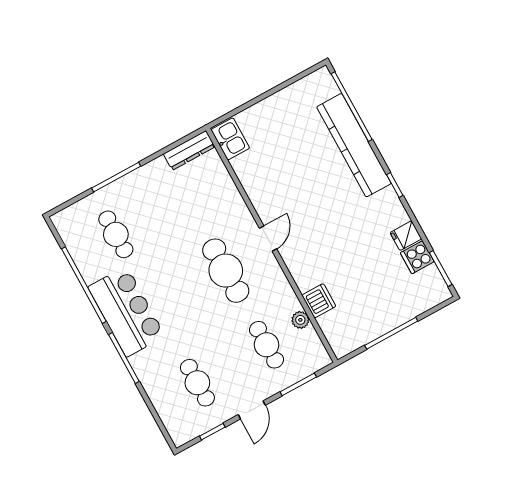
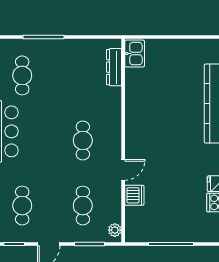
dresser: (189, 150) -> (114, 67), moved, turned 90
door: (268, 239) -> (123, 170), moved
cafe table: (226, 271) -> (83, 140), width x0.73, depth x0.74
plant: (300, 320) -> (115, 230), moved

